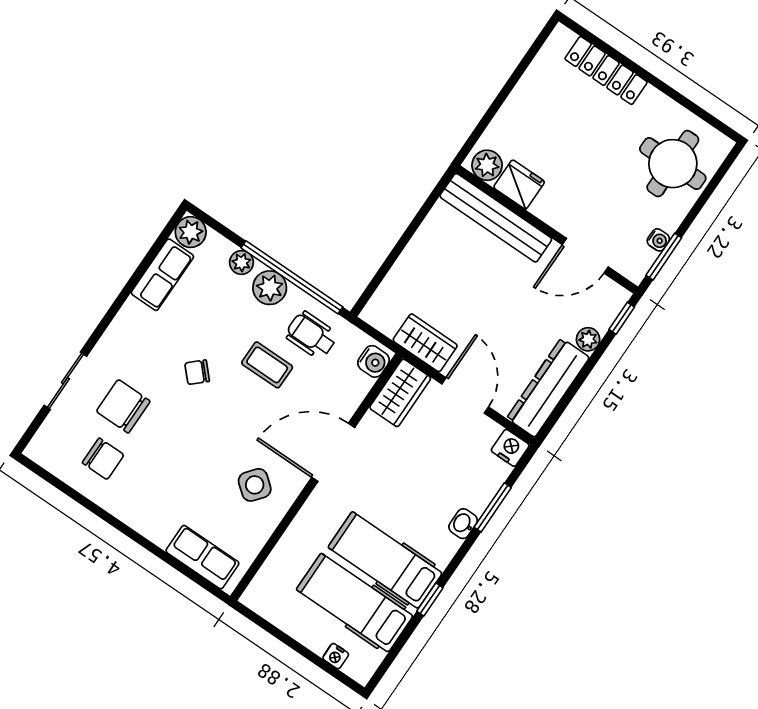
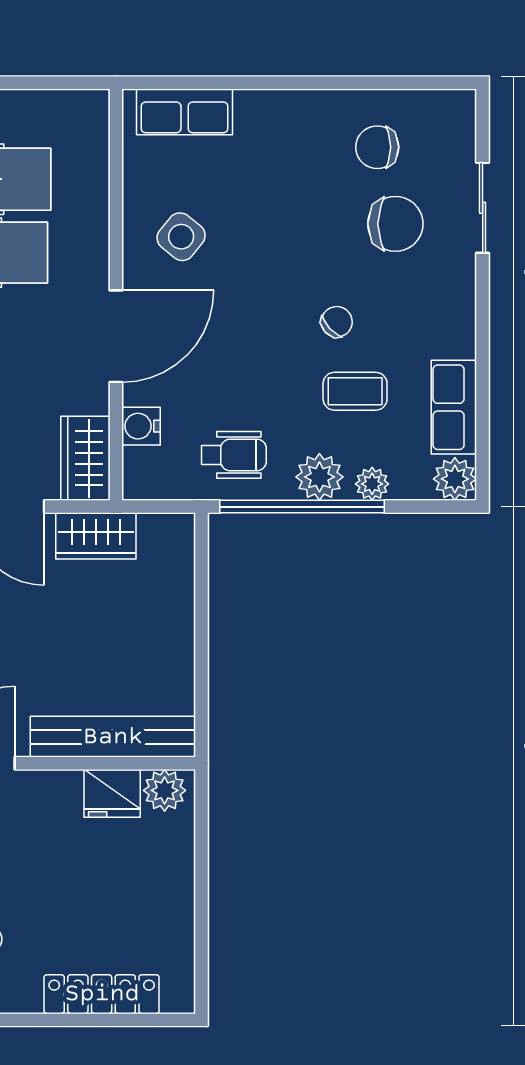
water cooler: (374, 361) -> (141, 426), moved
coffee table: (267, 365) -> (355, 391), moved

